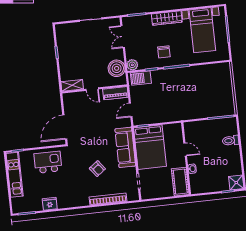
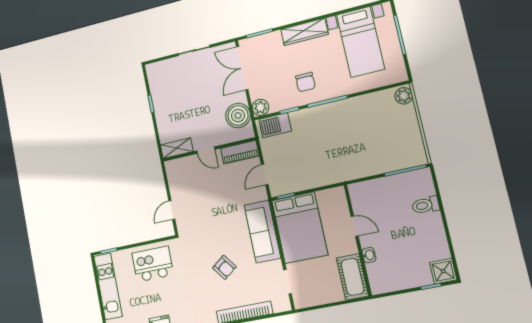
double door: (123, 37) -> (242, 68), width x1.37
plant: (225, 69) -> (404, 96), added
door: (65, 127) -> (172, 210), width x0.53

